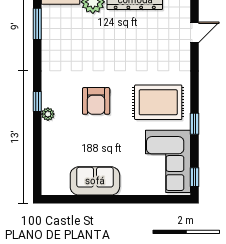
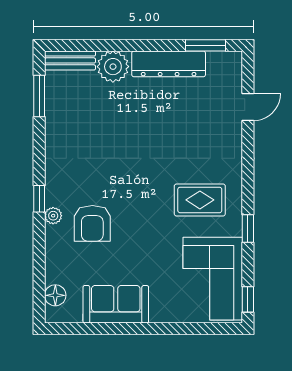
armchair: (96, 101) -> (92, 223), moved
rug: (158, 102) -> (200, 200), width x0.73, depth x0.70
floor lamp: (49, 174) -> (55, 295), added

